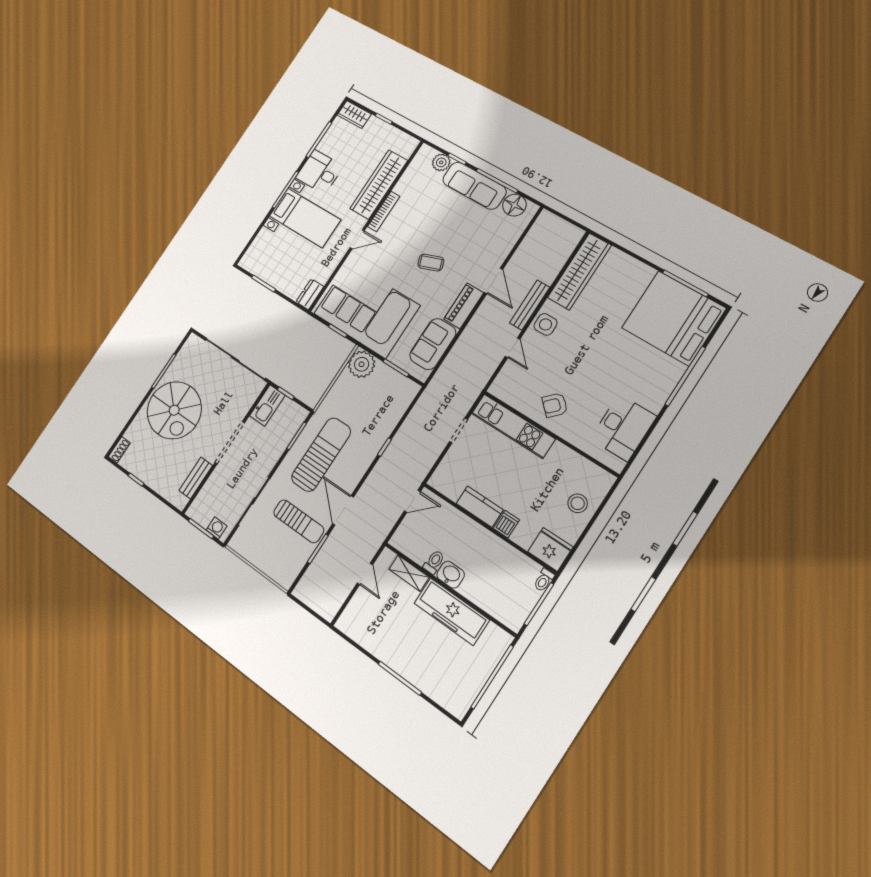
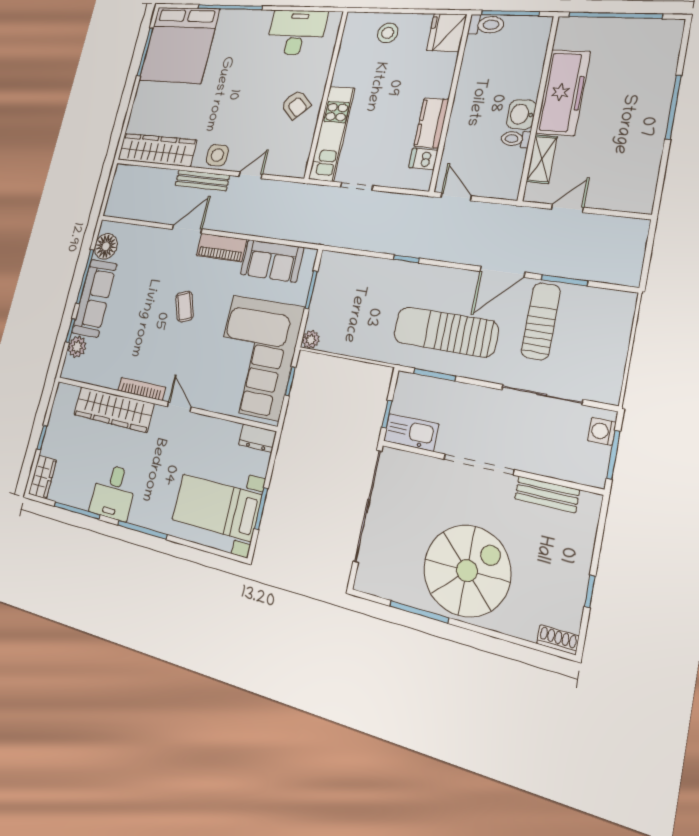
bed with nightstands: (305, 218) -> (217, 507), moved, turned -90
plant: (362, 364) -> (311, 340), width x0.53, depth x0.53
dishwasher: (506, 524) -> (423, 159), moved
toilet: (544, 580) -> (486, 25), width x1.37, depth x1.39

